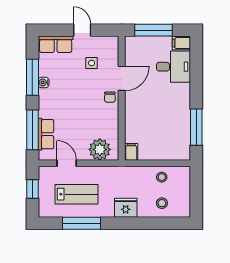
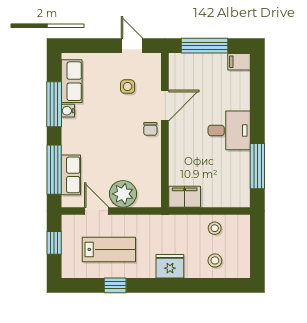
door: (82, 30) -> (132, 46), moved
row of seats: (56, 44) -> (72, 81), moved, turned -90
desk: (173, 67) -> (229, 130), moved
plant: (100, 149) -> (123, 194), moved
filing cabinet: (131, 152) -> (185, 197), width x2.00
window: (82, 223) -> (115, 285), width x0.46

